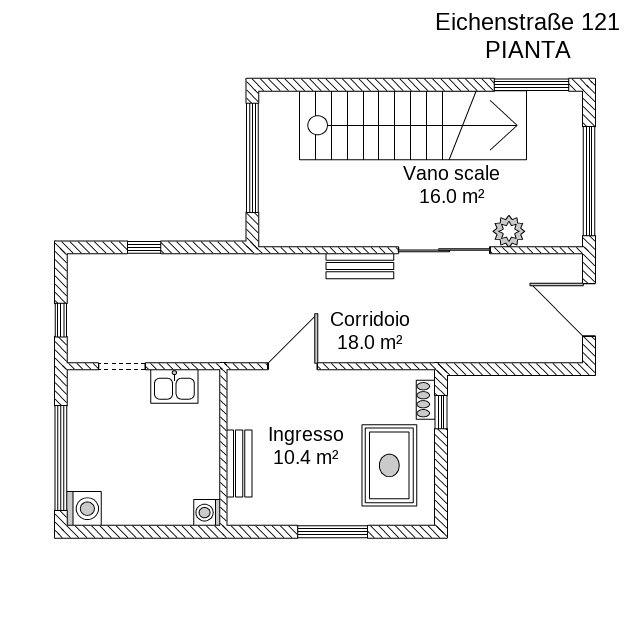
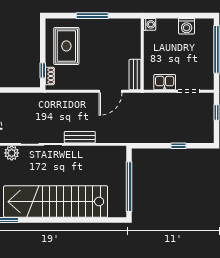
bench: (239, 464) -> (135, 75), moved
washing machine: (84, 509) -> (187, 26), moved, turned -90

